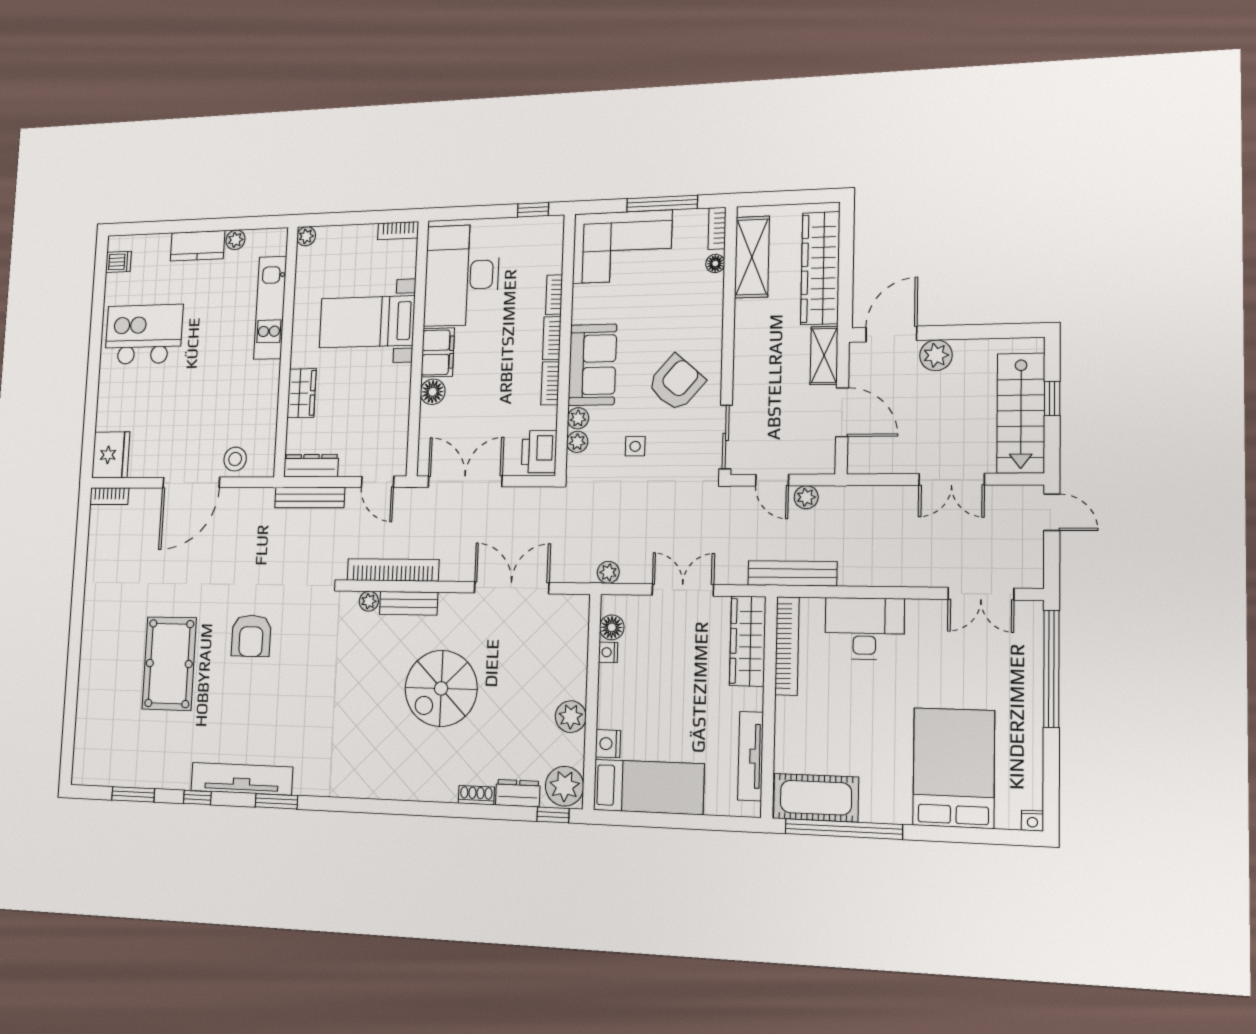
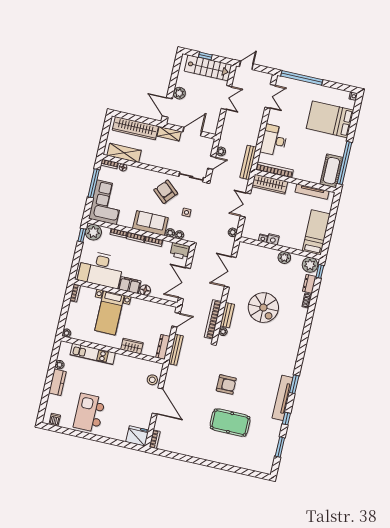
plant: (545, 235) -> (93, 232), added
floor lamp: (612, 627) -> (254, 235), removed
nightstand: (608, 744) -> (273, 239), moved

